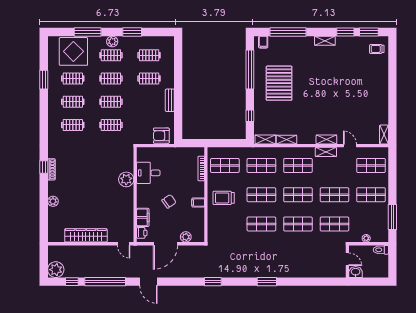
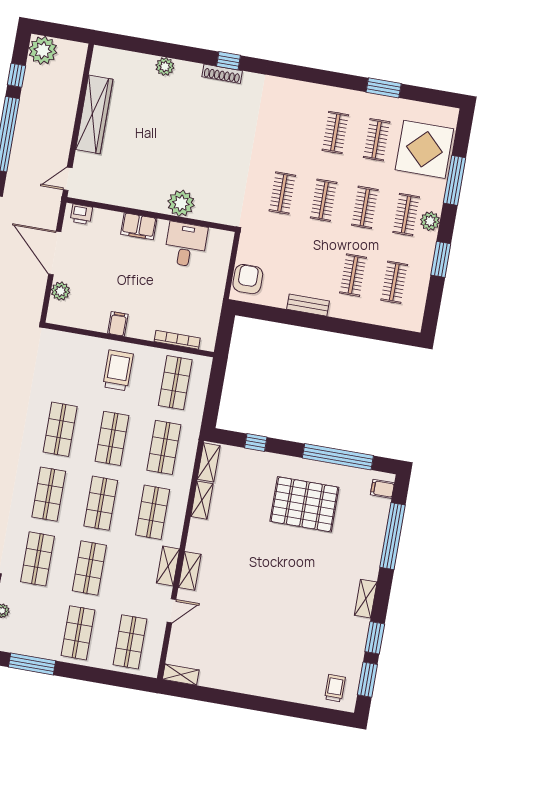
clothes rail: (73, 125) -> (294, 125), removed
chair: (169, 201) -> (129, 272), removed
filing cabinet: (143, 217) -> (139, 226), moved

